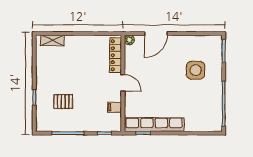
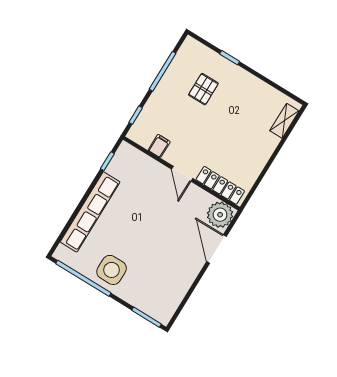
plant: (129, 40) -> (220, 215), width x1.87, depth x1.87
side table: (196, 70) -> (112, 270), moved
door: (123, 83) -> (182, 174), hinge flipped
row of seats: (154, 125) -> (90, 212), moved

